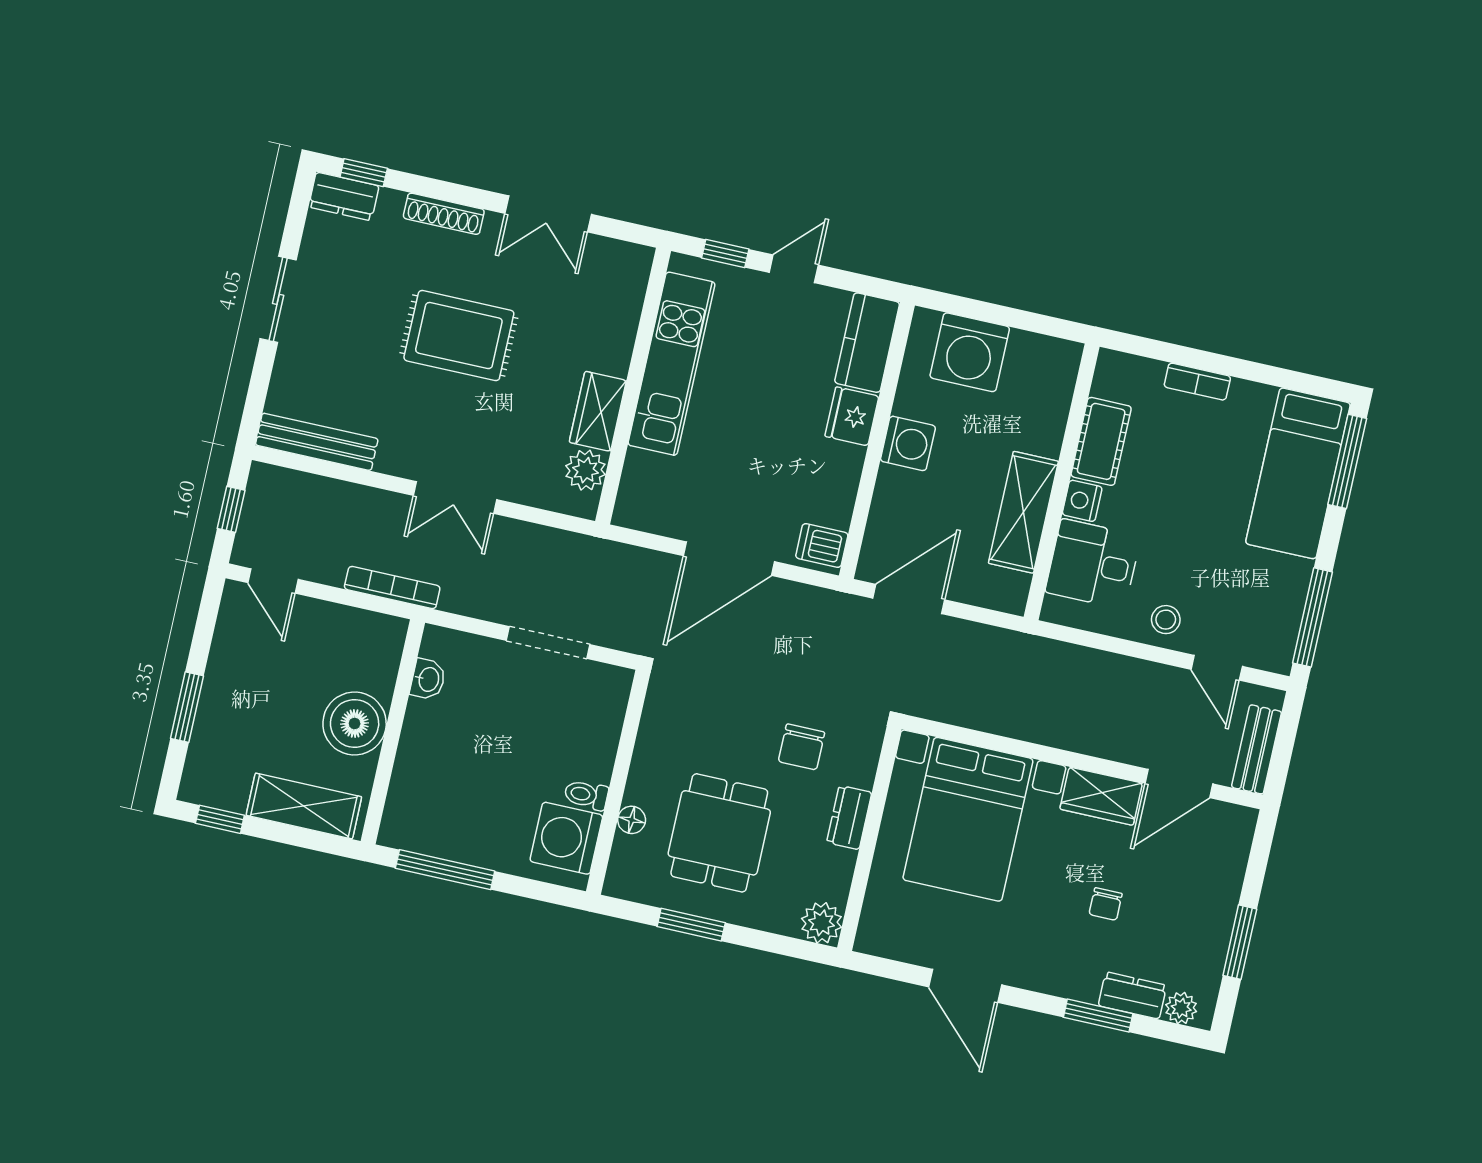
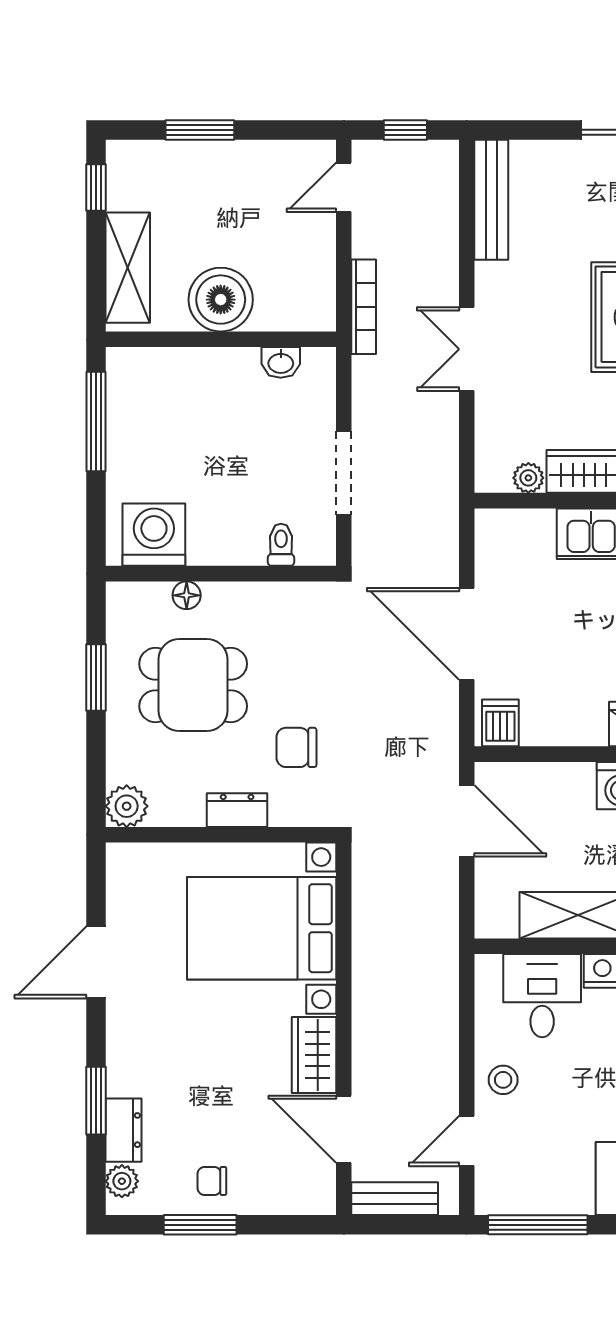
plant: (585, 470) -> (528, 478), width x0.73, depth x0.73
toilet: (586, 795) -> (281, 545), moved
chair: (1106, 904) -> (212, 1181), moved

